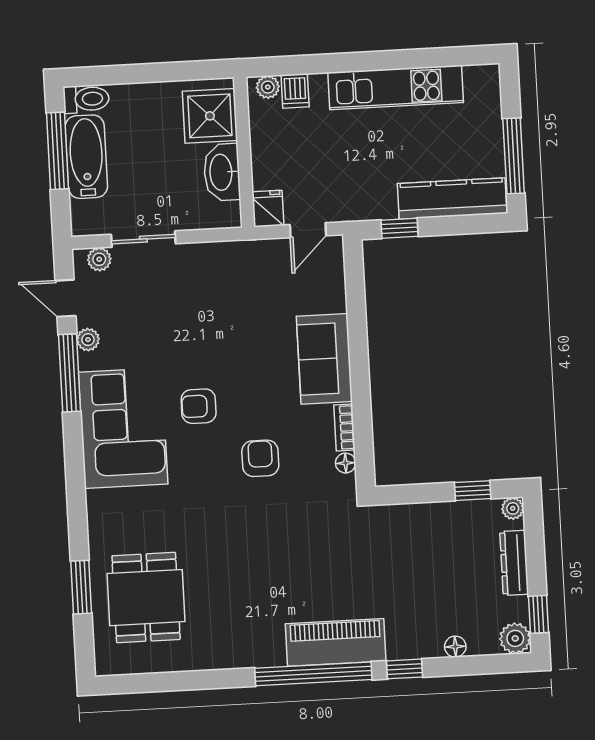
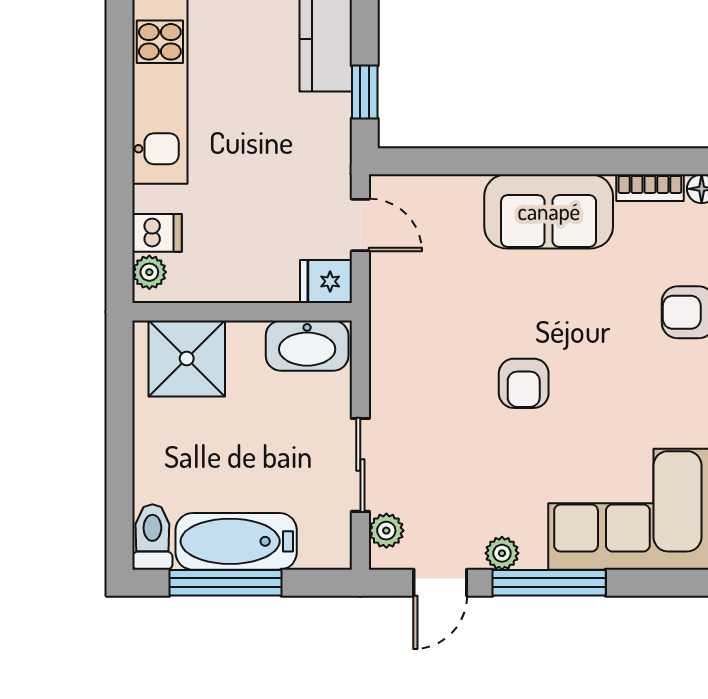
washbasin: (222, 172) -> (307, 346), moved
armchair: (199, 406) -> (524, 383), moved

